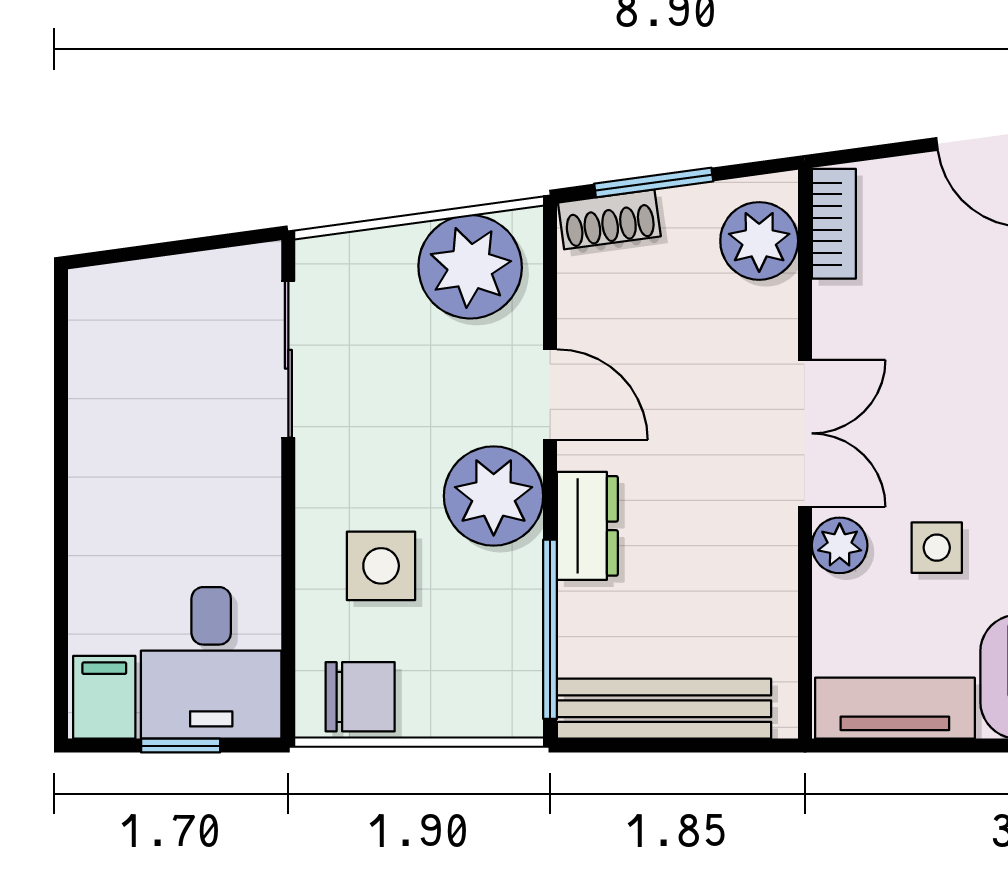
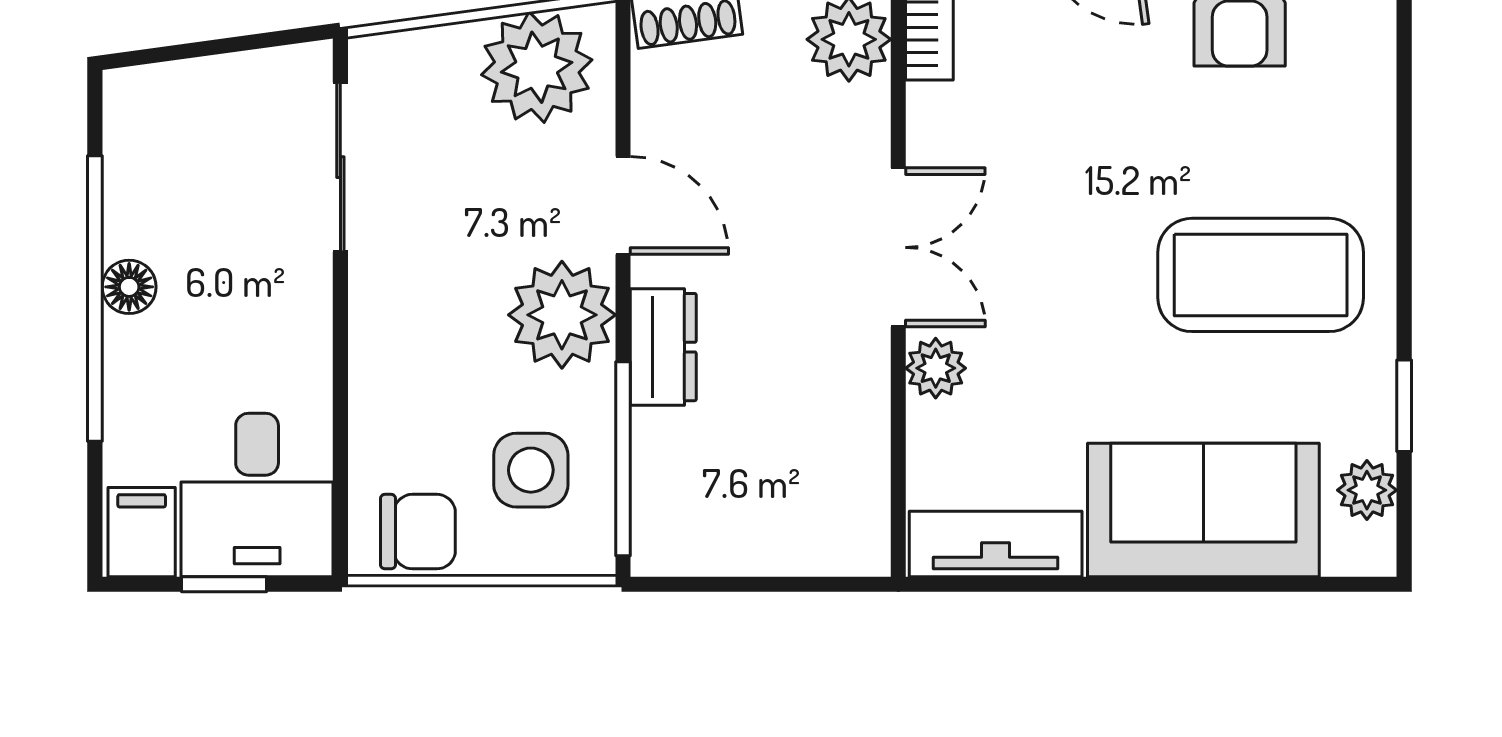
floor lamp: (93, 470) -> (129, 287), added
window: (61, 481) -> (95, 298), added
side table: (937, 548) -> (1041, 371), removed
side table: (381, 566) -> (531, 470), moved
bench: (664, 709) -> (746, 544), removed

